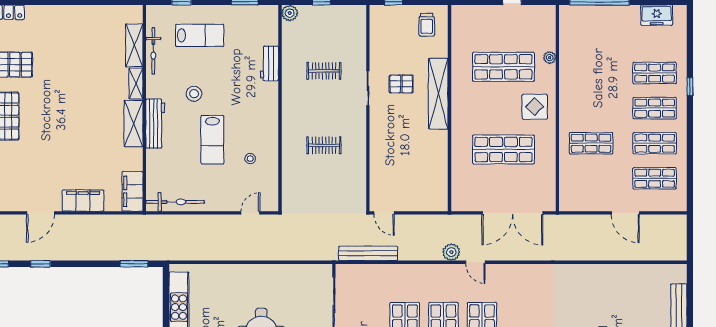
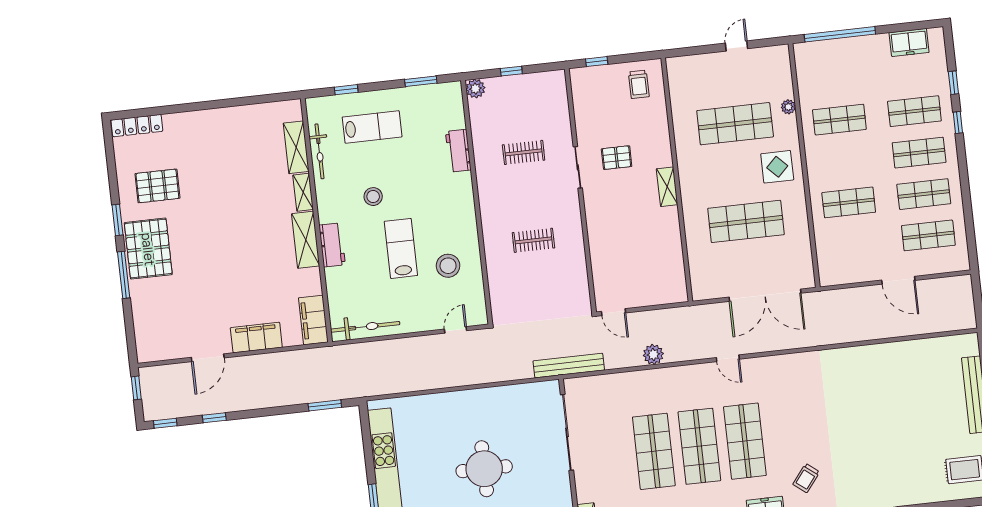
window: (690, 53) -> (953, 83), added
shop shelf: (591, 73) -> (839, 120), added
shelving: (438, 94) -> (667, 187), width x0.45, depth x0.75
workbench: (155, 124) -> (332, 245), width x0.73
lab bench: (212, 140) -> (401, 248), turned 180
stool: (250, 159) -> (448, 266), width x1.89, depth x1.89
plant: (451, 252) -> (653, 354), moved
bench: (368, 253) -> (569, 366), moved

